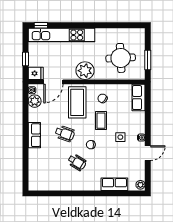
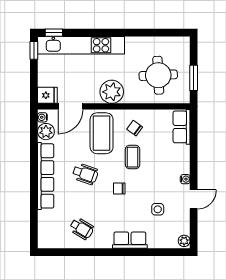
window: (25, 59) -> (34, 50), moved
row of seats: (34, 135) -> (46, 176), width x2.02
side table: (120, 137) -> (158, 209), moved
wheelchair: (77, 162) -> (82, 228), moved
row of seats: (114, 184) -> (130, 240), moved

